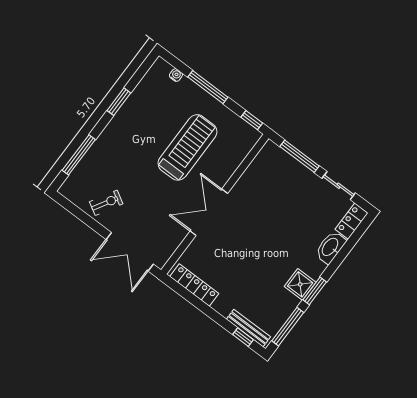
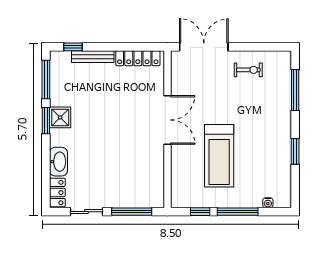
window: (252, 120) -> (200, 212), moved
exercise bike: (106, 203) -> (248, 70), turned -120
bench: (248, 328) -> (93, 57), moved

